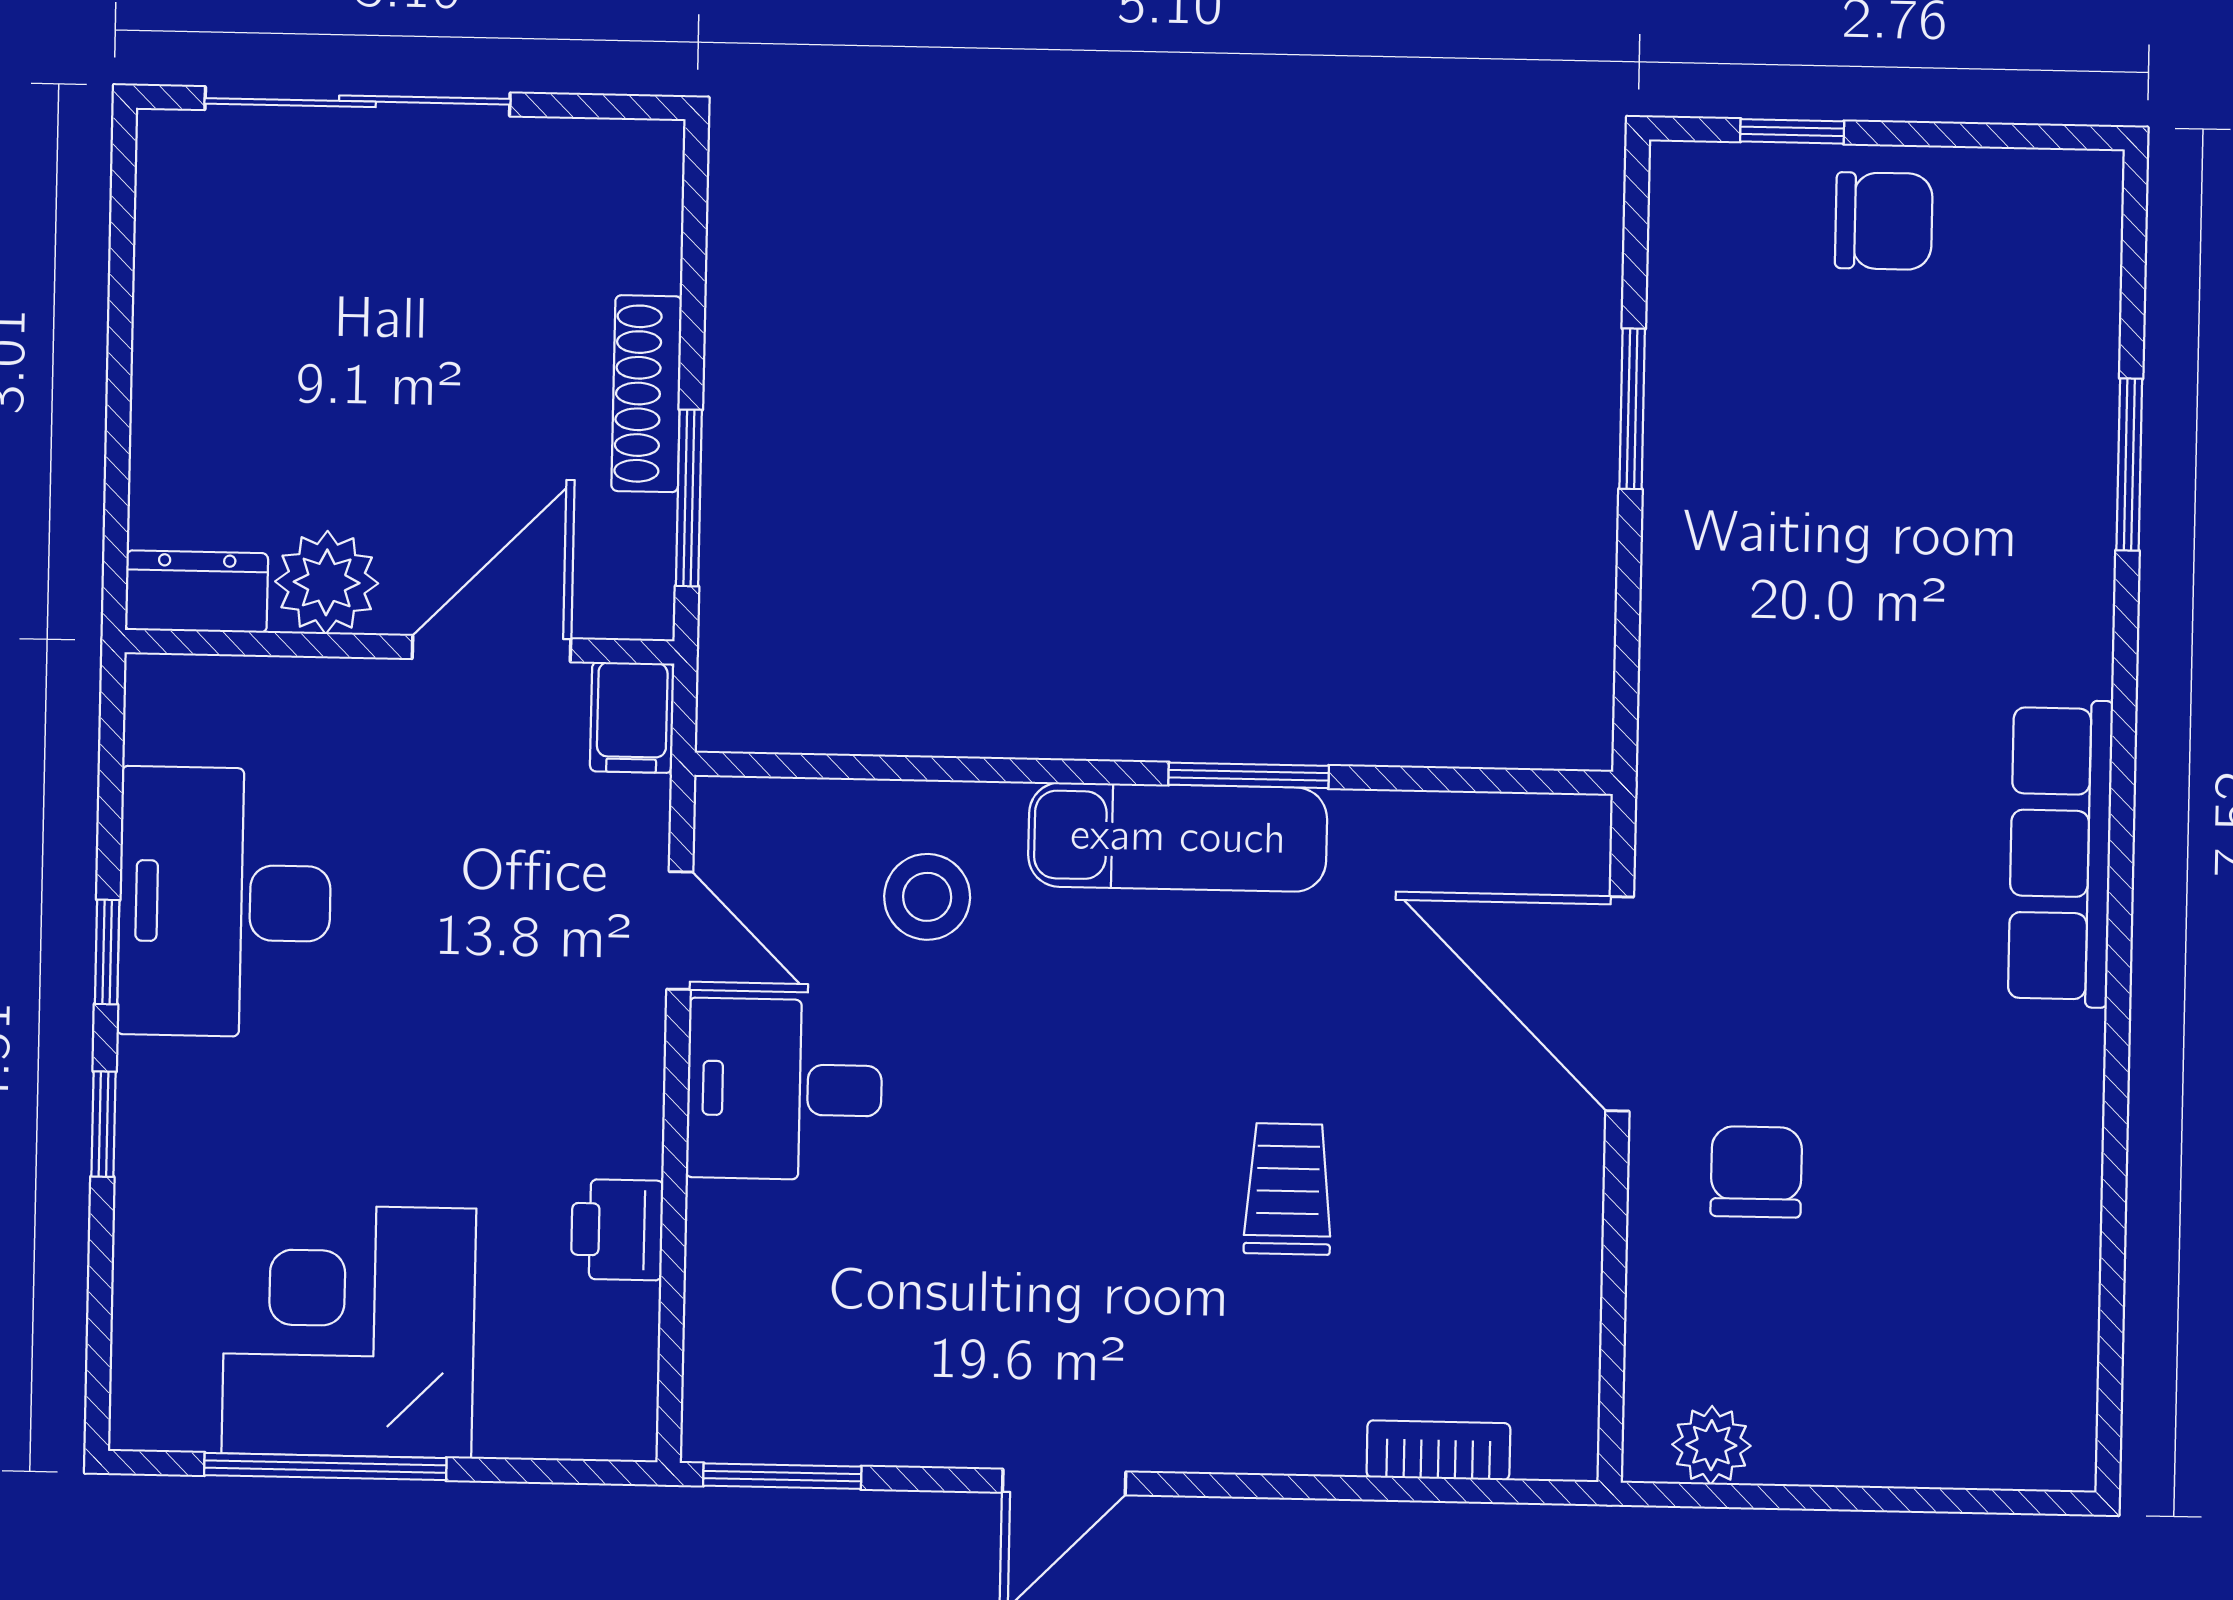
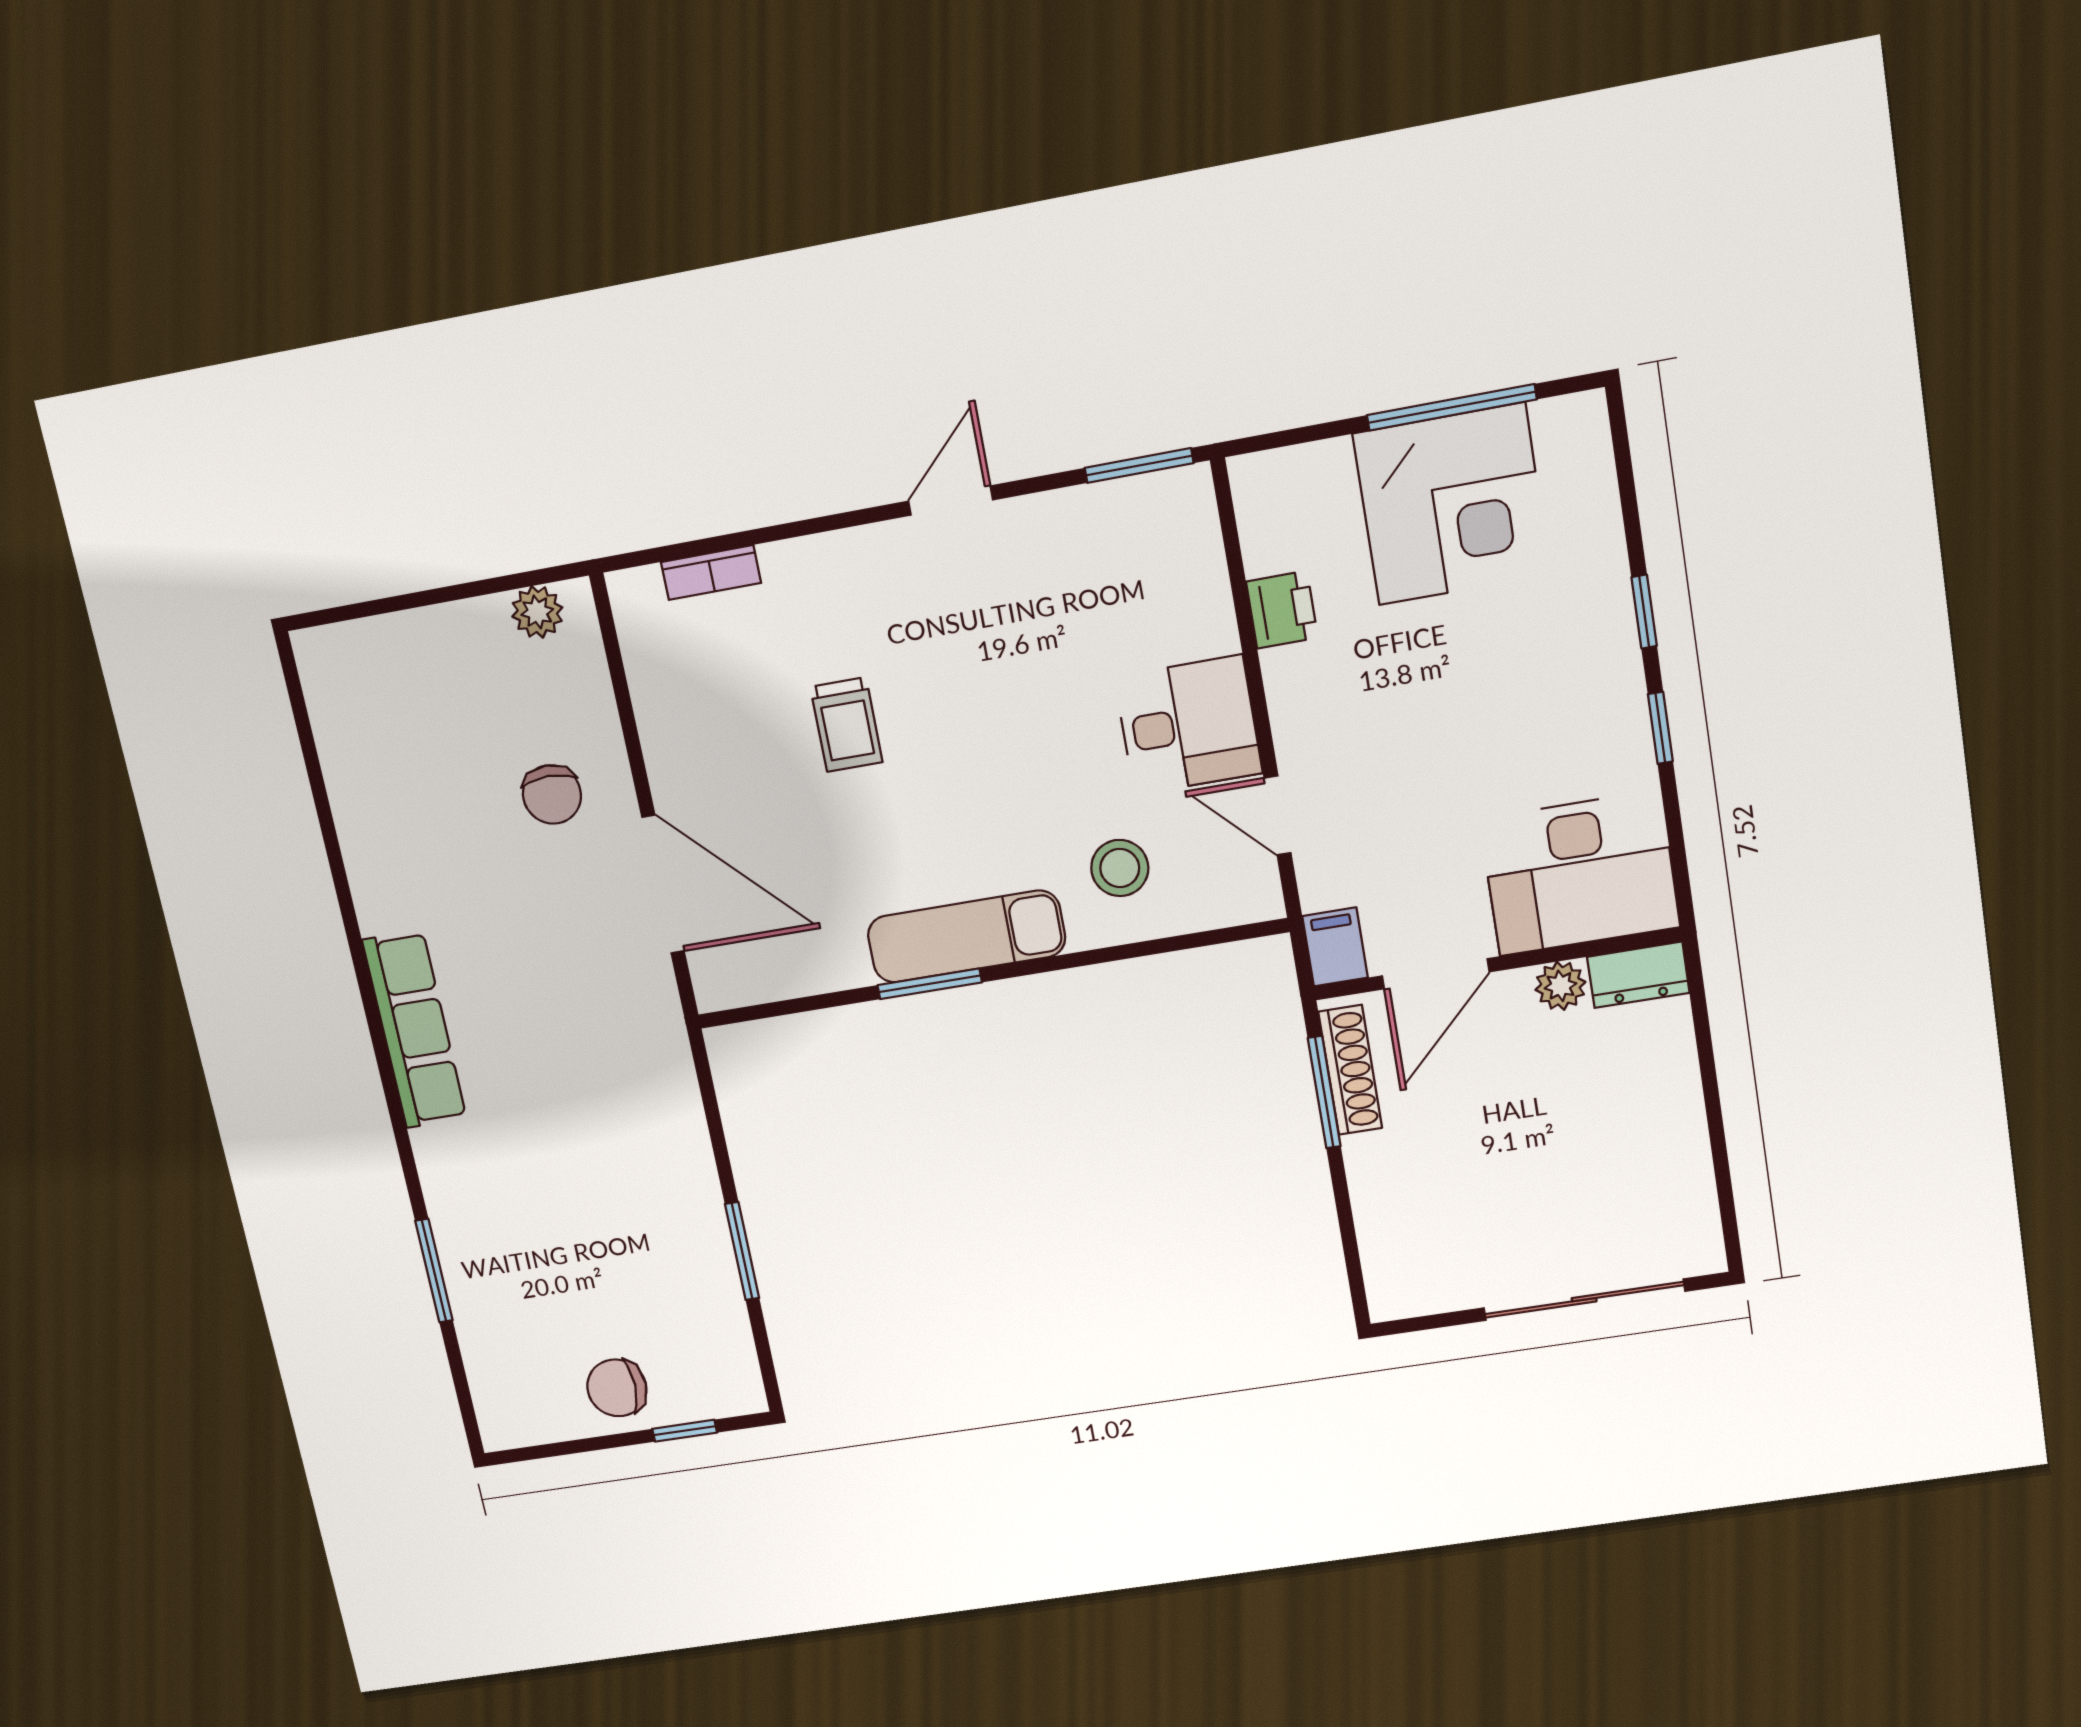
shoe rack: (647, 394) -> (1350, 1070), moved
plant: (327, 582) -> (1560, 986), width x0.73, depth x0.73
desk: (225, 902) -> (1580, 873), moved, turned 90

